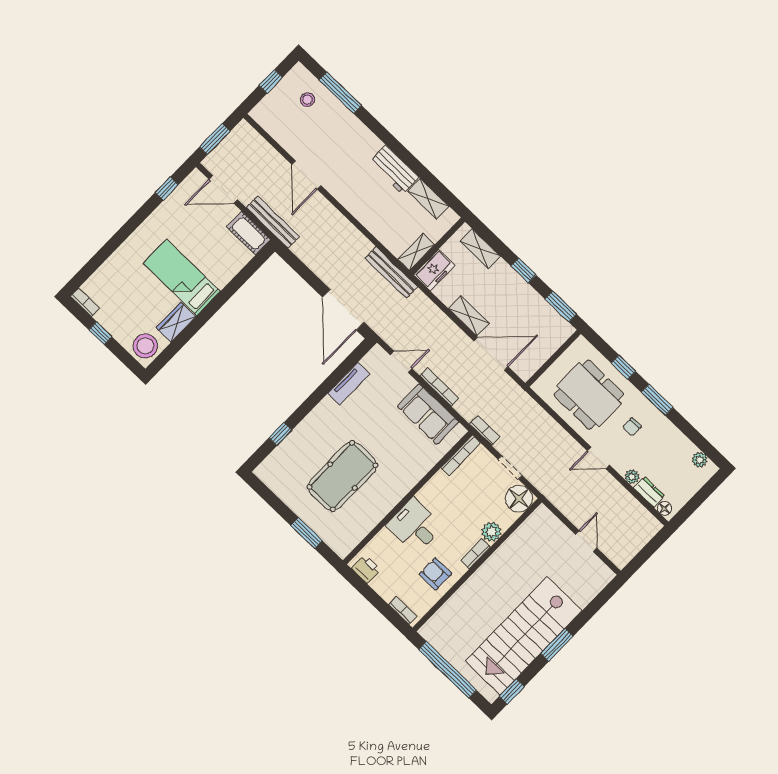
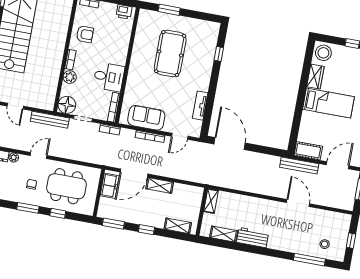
freezer: (434, 270) -> (110, 186), moved, turned 180
bench: (391, 272) -> (50, 120), moved
desk: (415, 526) -> (109, 77), moved

